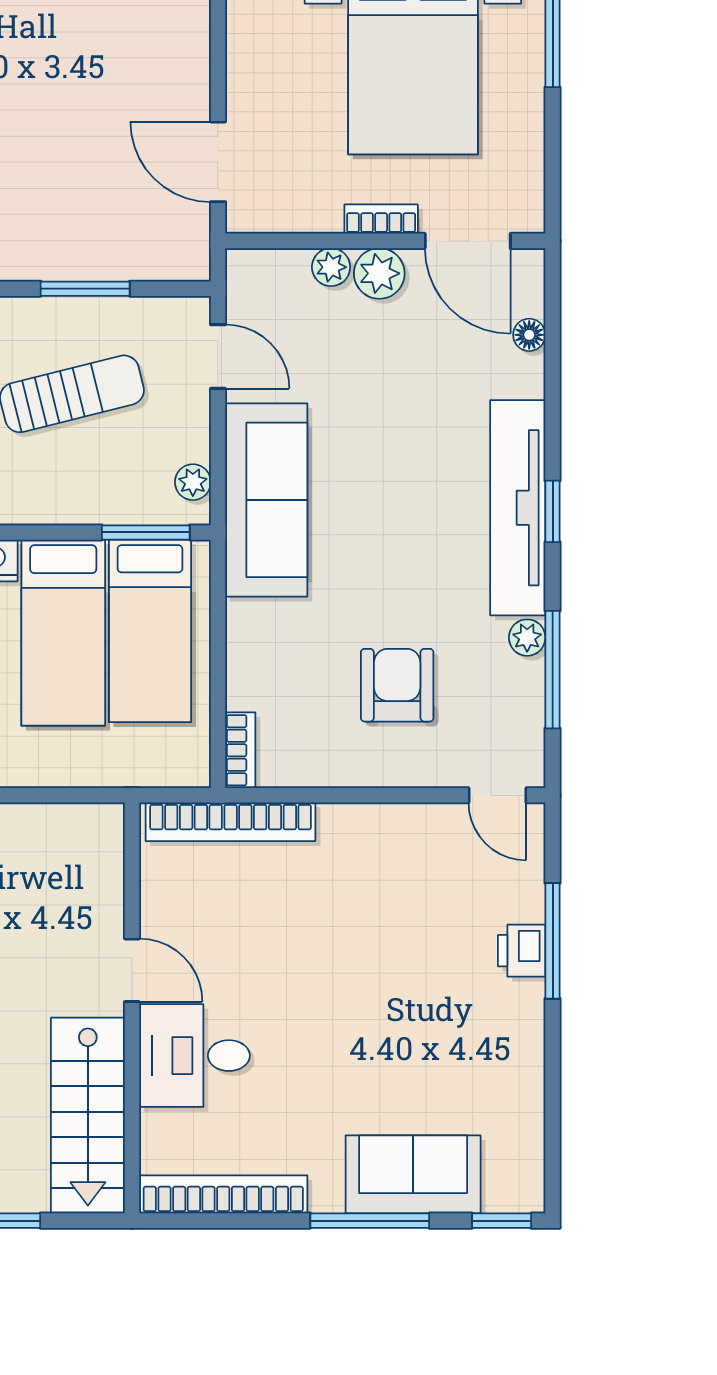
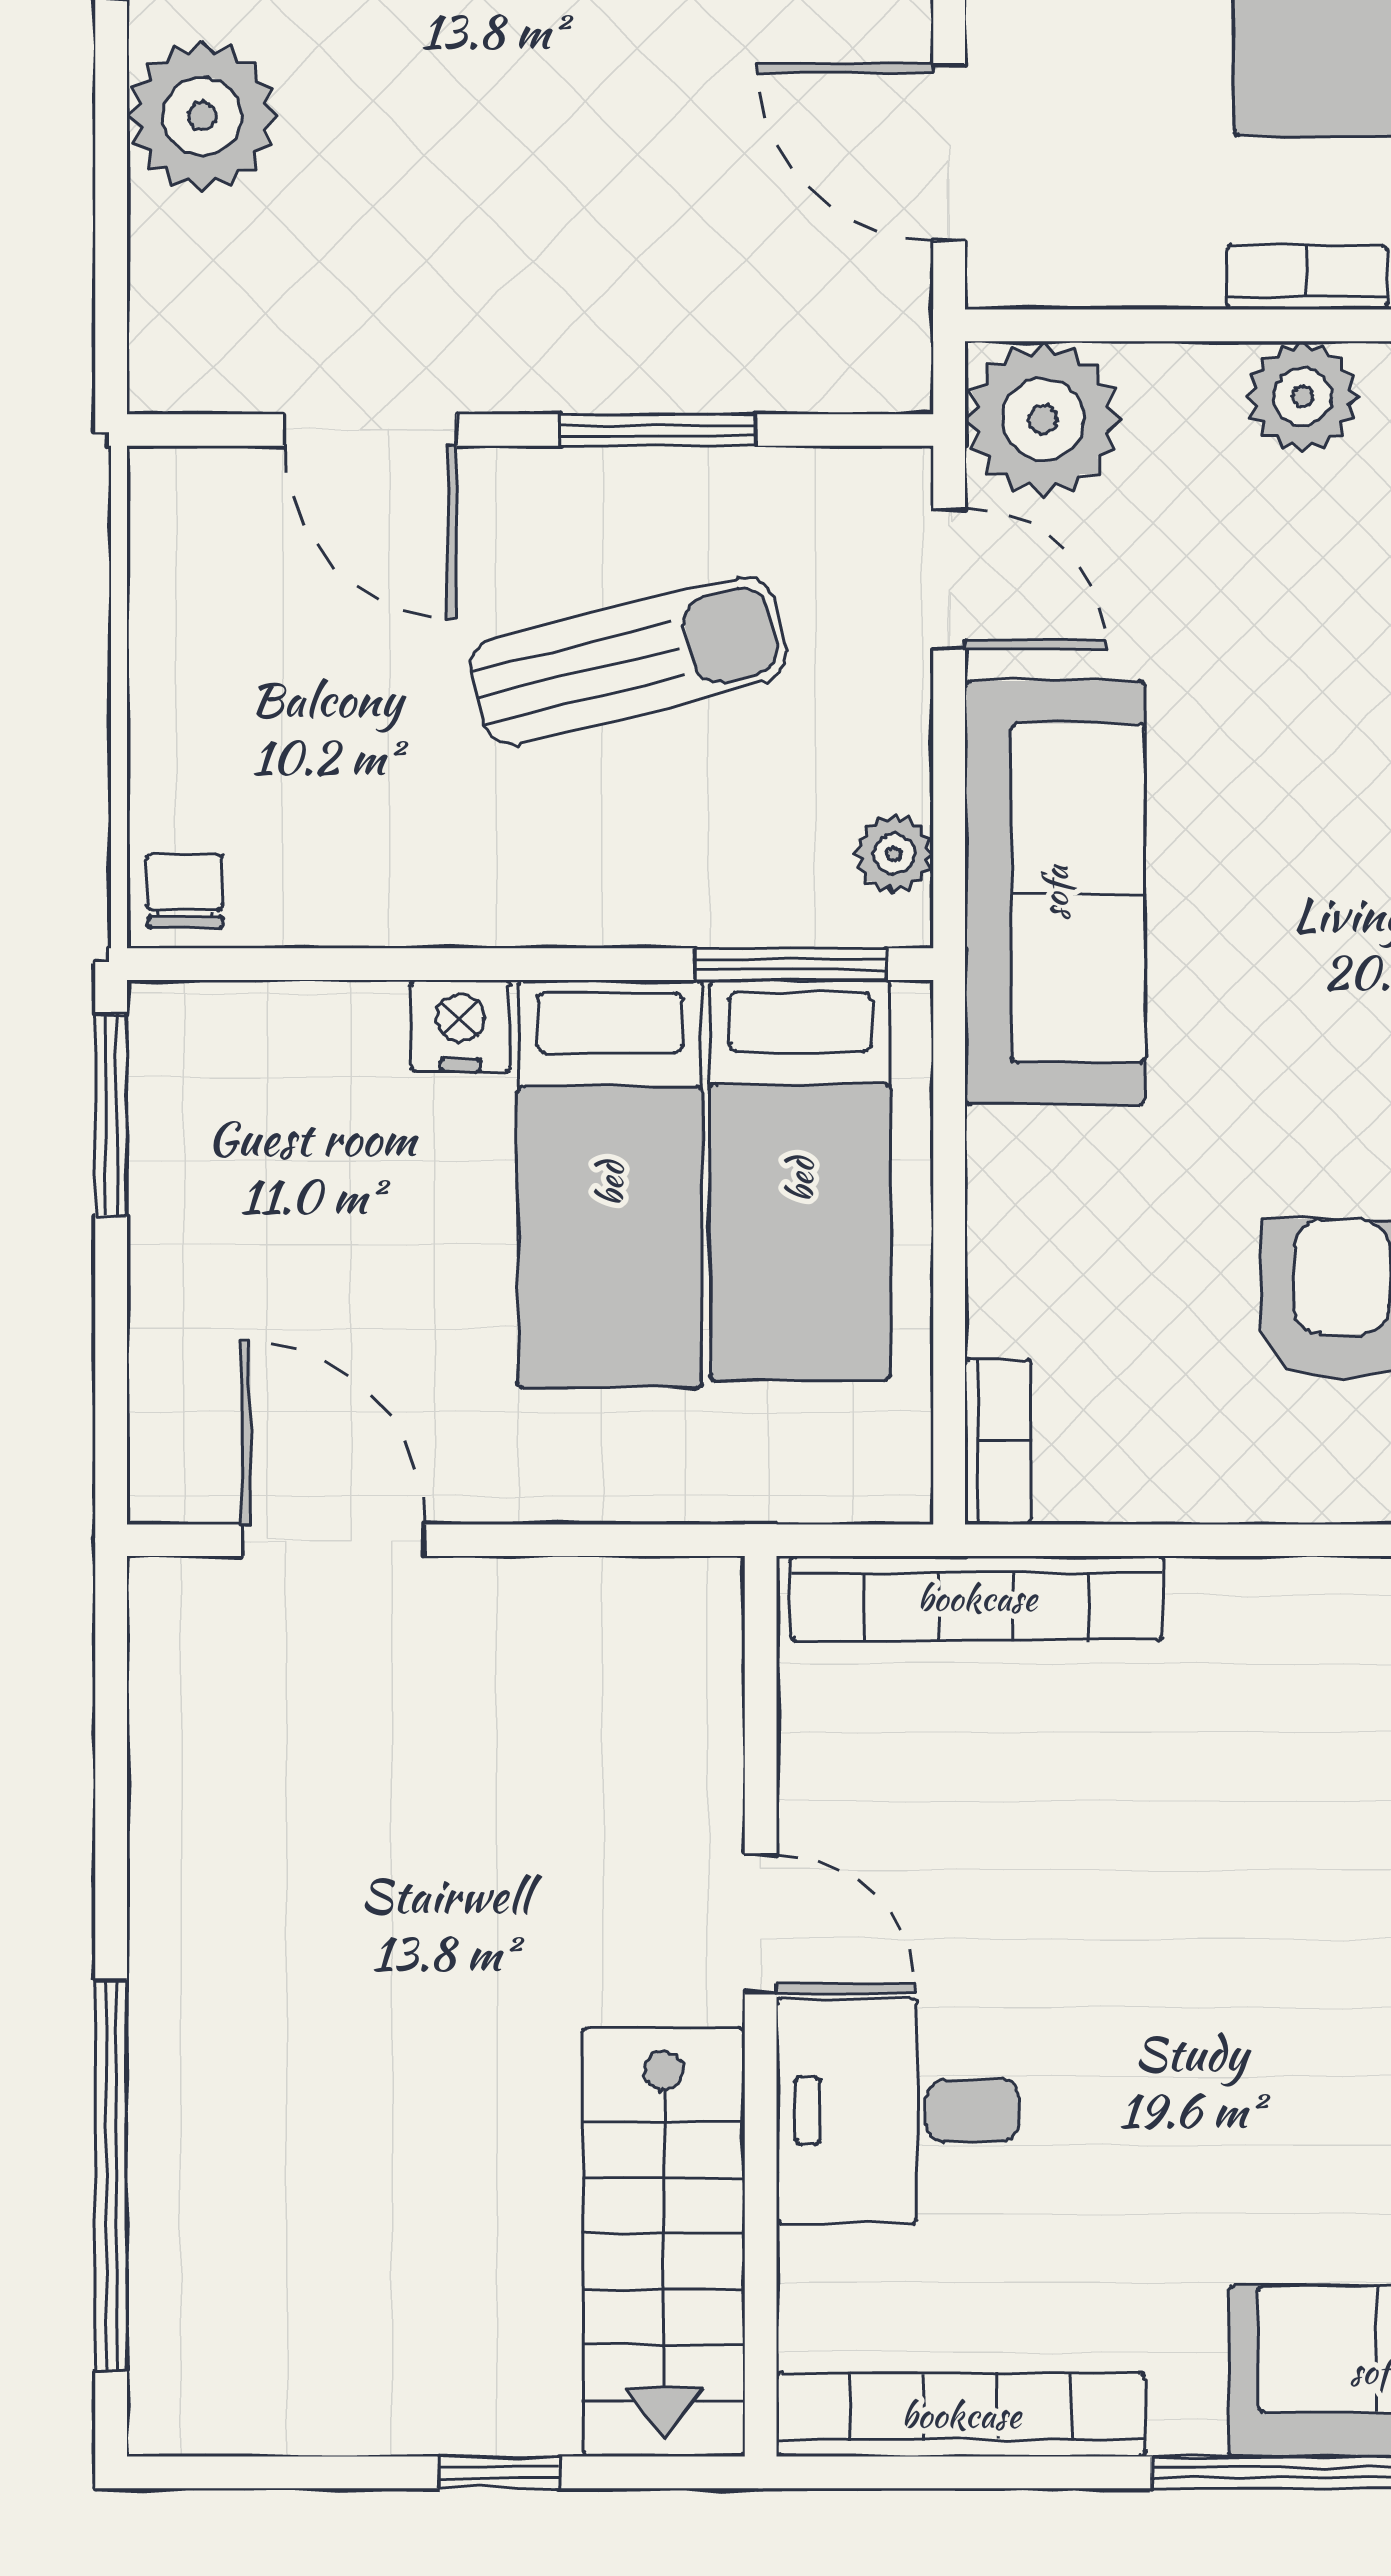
plant: (331, 267) -> (1043, 419), moved, width x1.87, depth x1.87

